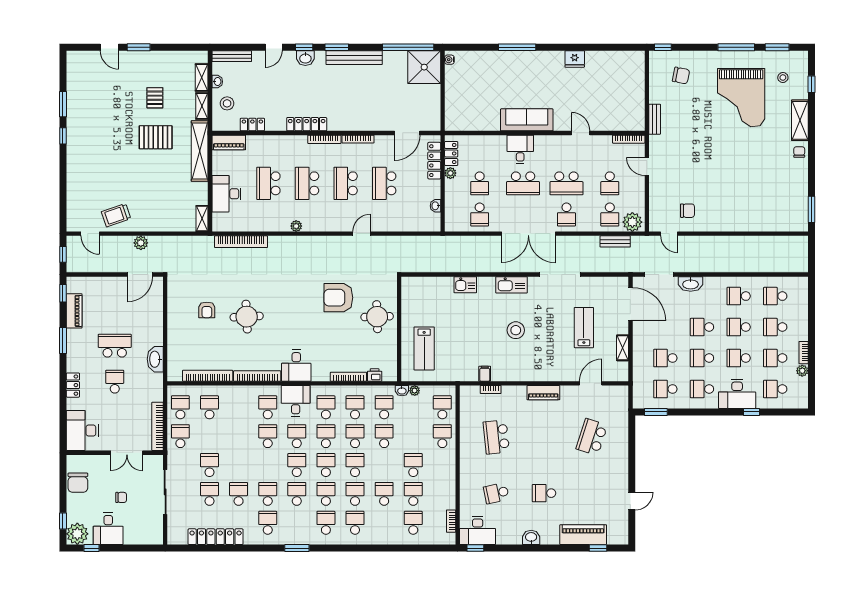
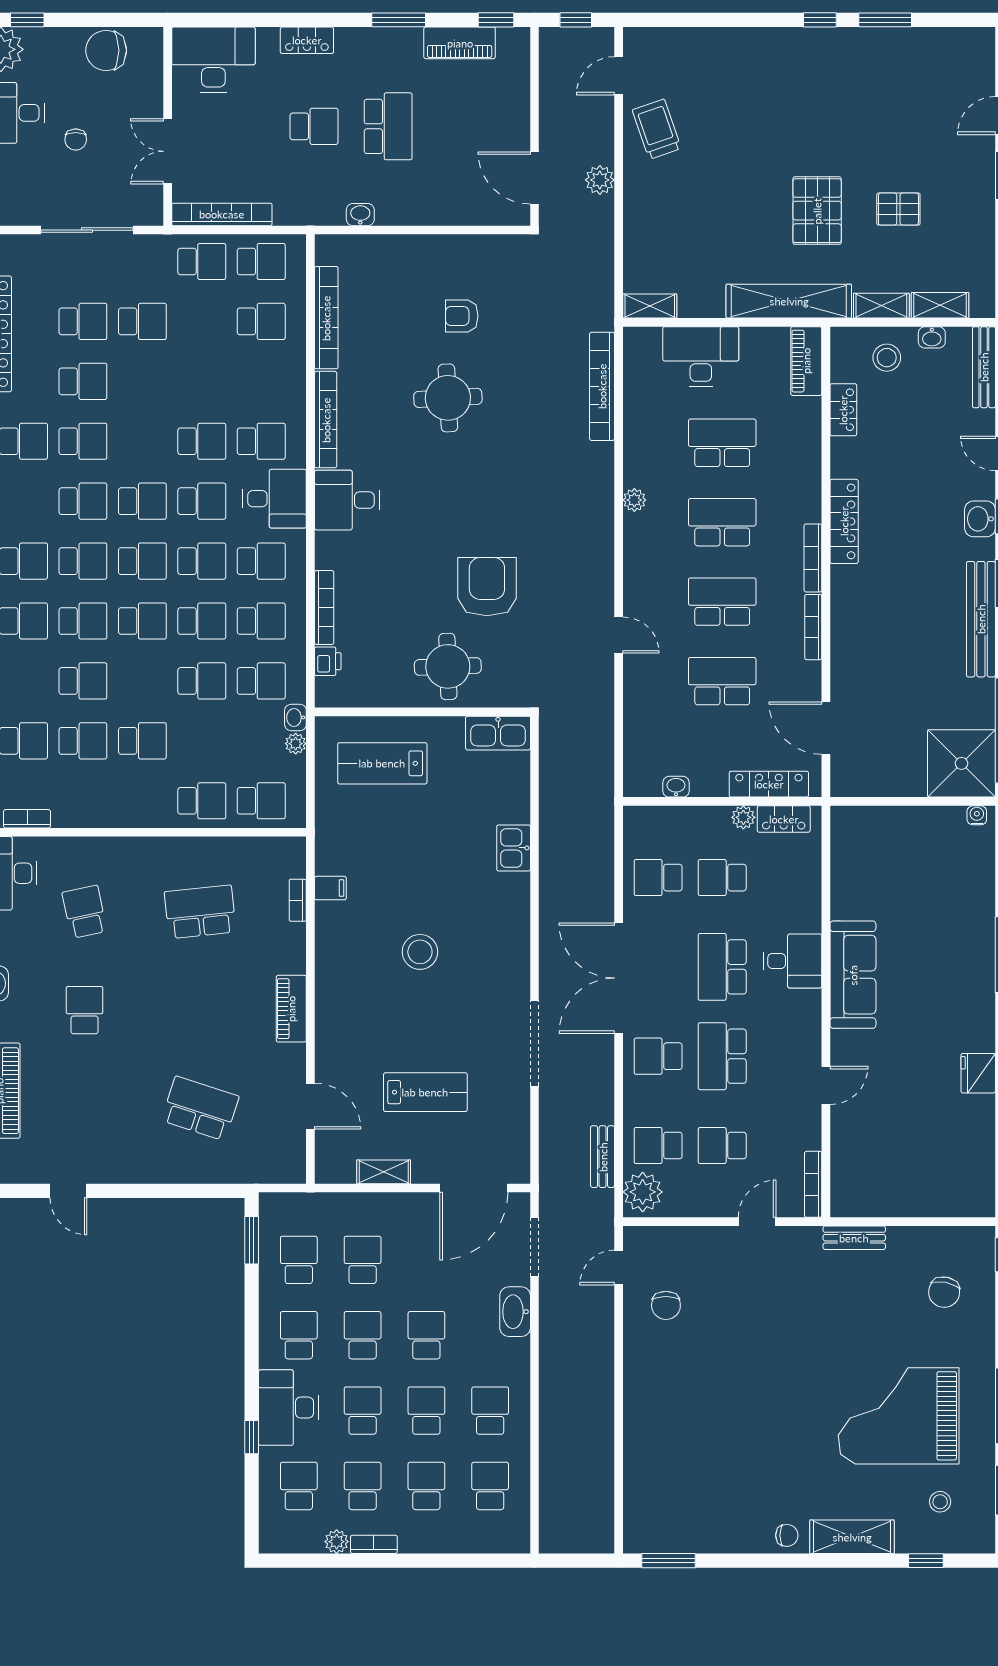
kitchen sink: (511, 285) -> (498, 733), moved, turned -90
washbasin: (155, 359) -> (360, 215), width x0.52, depth x0.69

